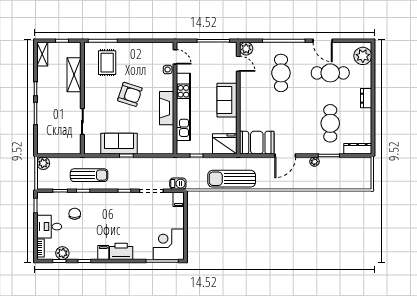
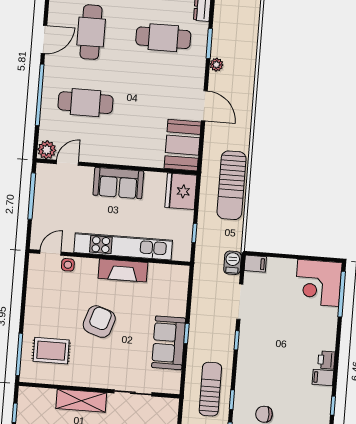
shelving: (74, 75) -> (81, 401), moved
printer: (121, 251) -> (326, 360), width x0.53, depth x0.68

